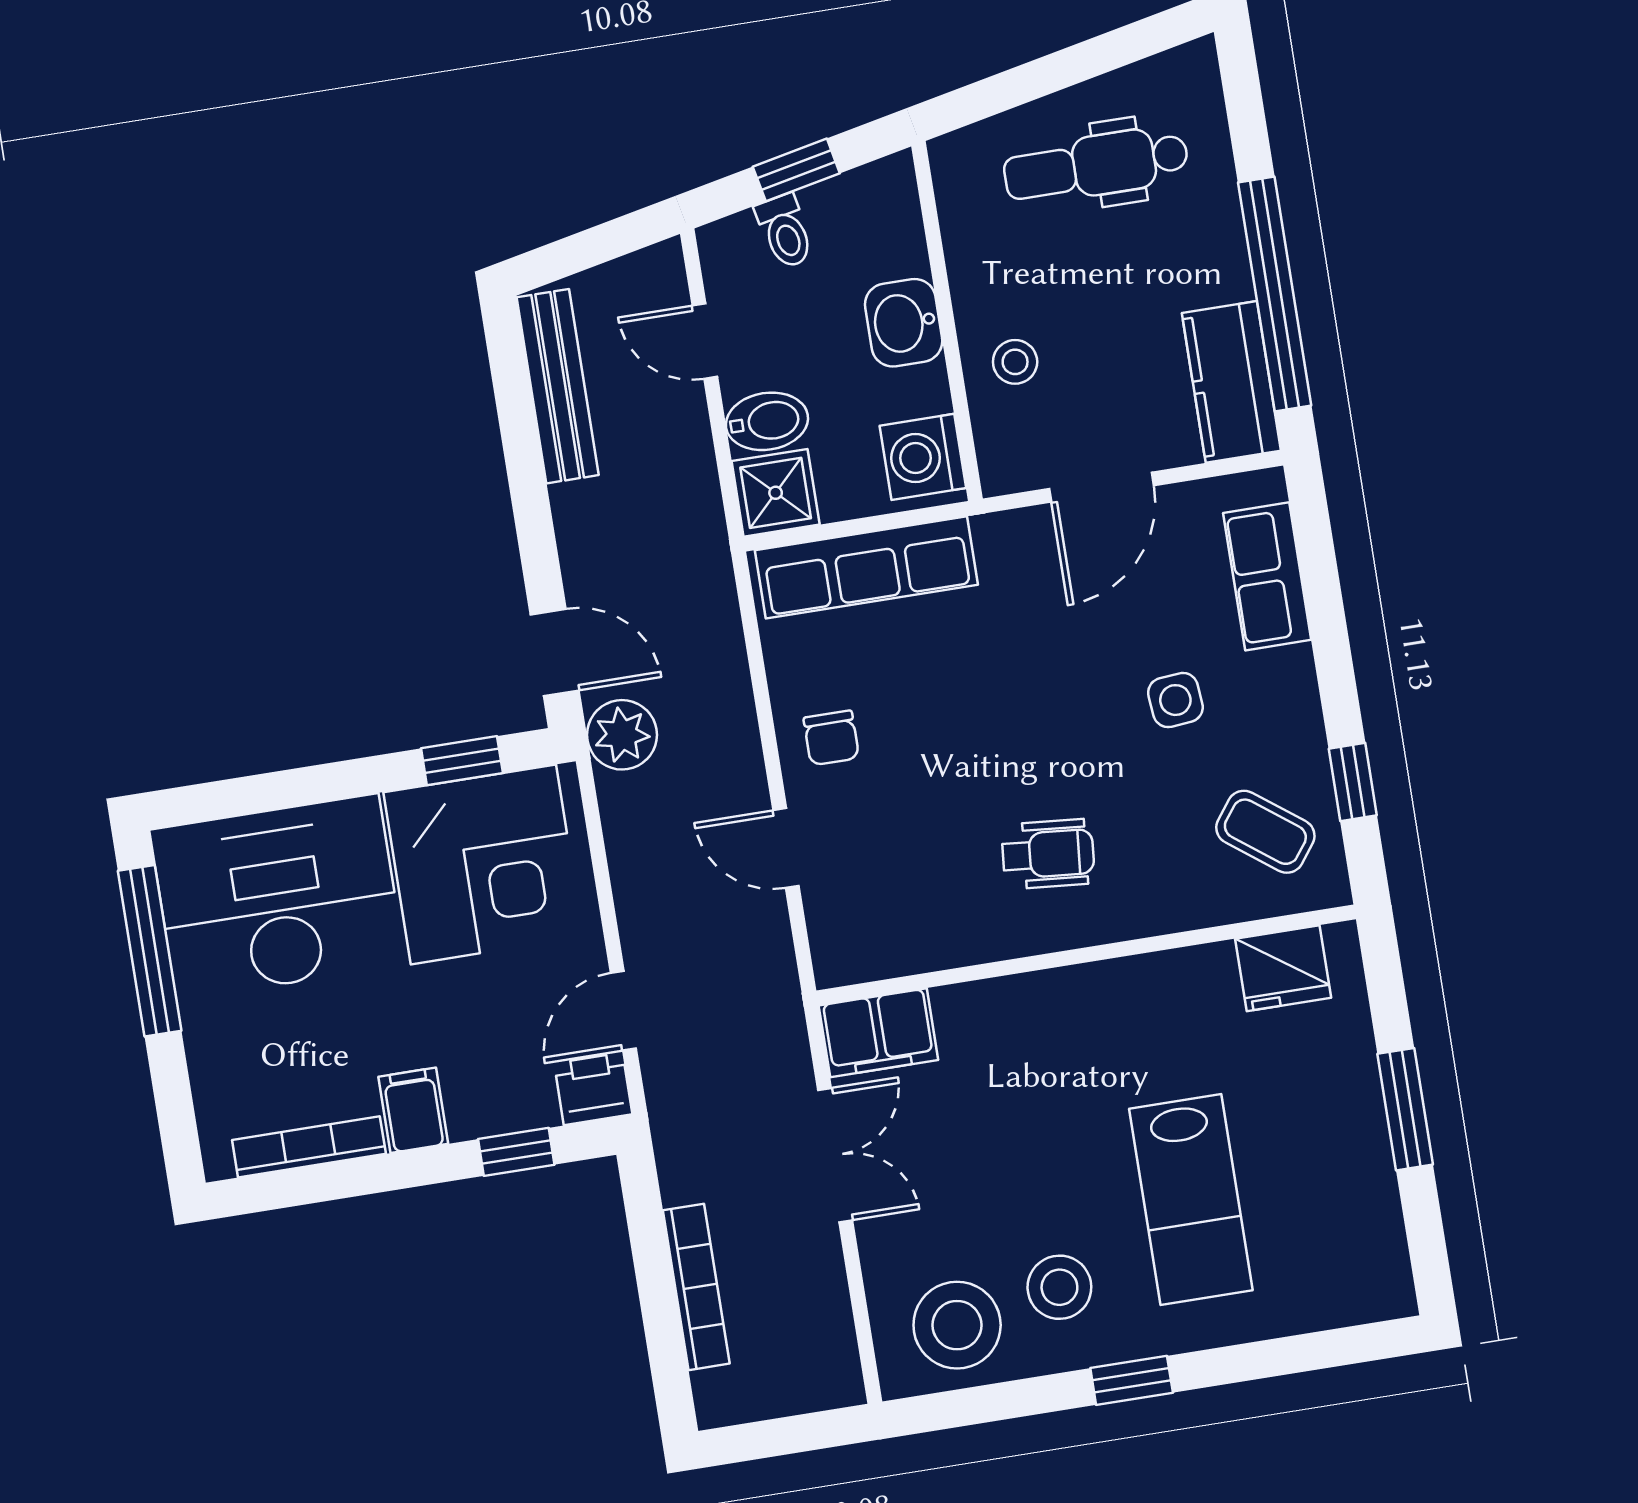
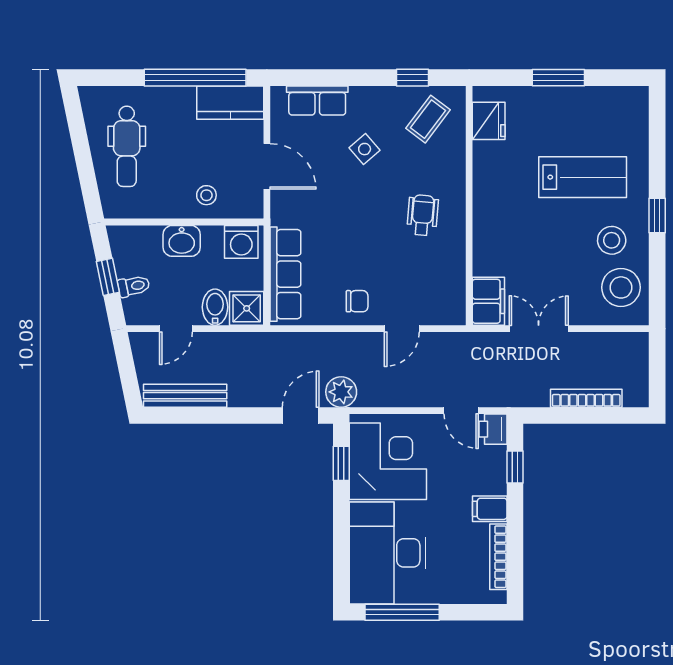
side table: (1175, 700) -> (365, 149), turned -36

